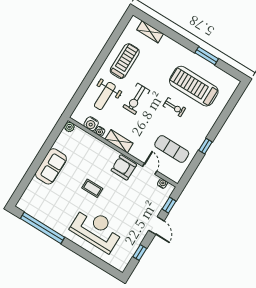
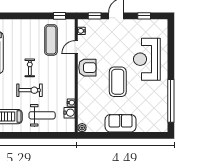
exercise bike: (174, 107) -> (30, 68), moved
shelving: (119, 141) -> (70, 83), removed
window: (205, 146) -> (59, 16), moved
armchair: (124, 167) -> (87, 68), turned -90
coffee table: (92, 188) -> (118, 82), width x1.86, depth x1.72

